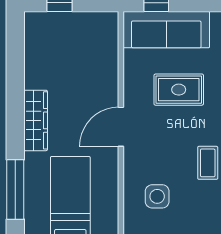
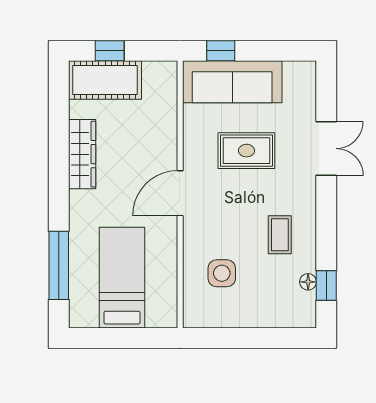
cot: (56, 28) -> (105, 80), added
wardrobe: (36, 120) -> (82, 154), moved

